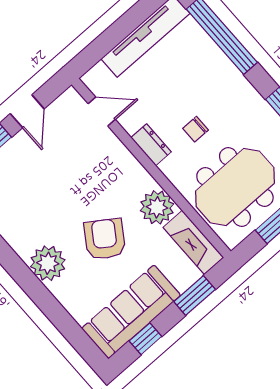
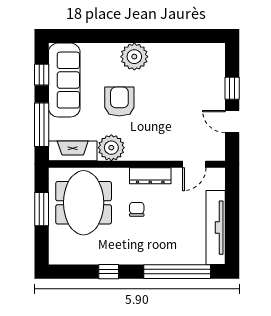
dresser: (151, 145) -> (150, 176), width x1.44
armchair: (105, 239) -> (119, 102), turned -124
window: (195, 295) -> (42, 125), width x1.44

